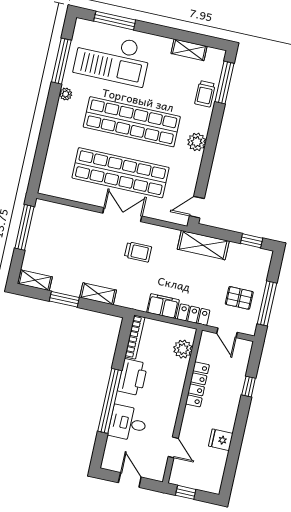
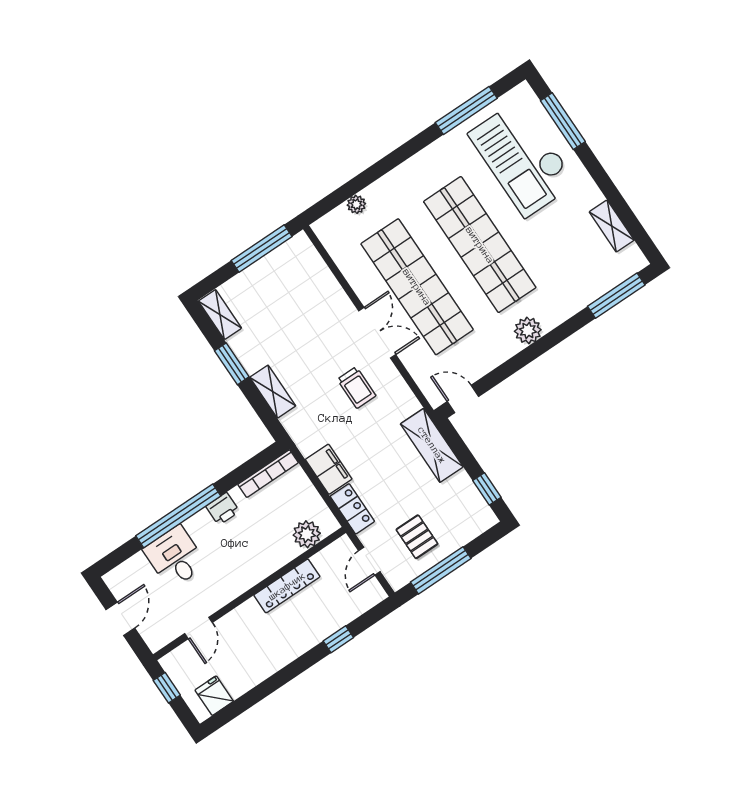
plant: (66, 94) -> (356, 204), moved
trolley: (205, 94) -> (584, 288), removed
printer: (132, 377) -> (223, 509), width x0.53, depth x0.68
fridge: (221, 440) -> (214, 696), moved

